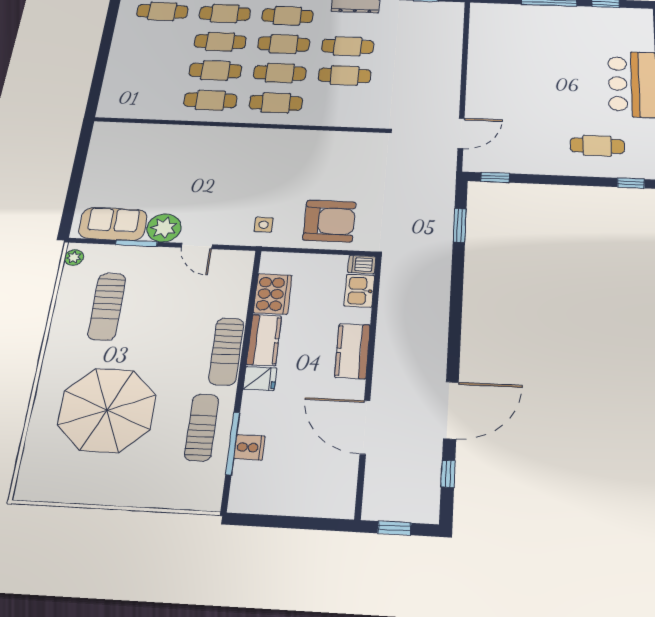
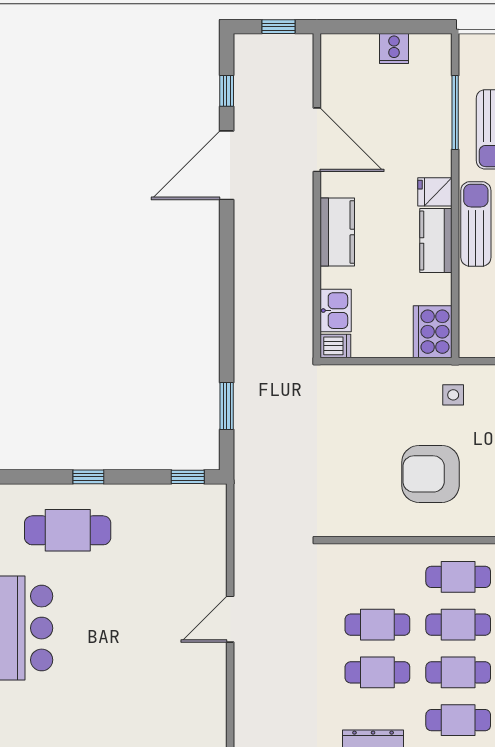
door: (461, 133) -> (230, 619), moved
cafe table: (597, 146) -> (68, 530), width x1.37, depth x1.35
window: (631, 183) -> (88, 477), moved
armchair: (329, 221) -> (430, 474), moved
cooker: (273, 294) -> (433, 332), moved
cooker: (249, 447) -> (394, 49), moved, turned -90

